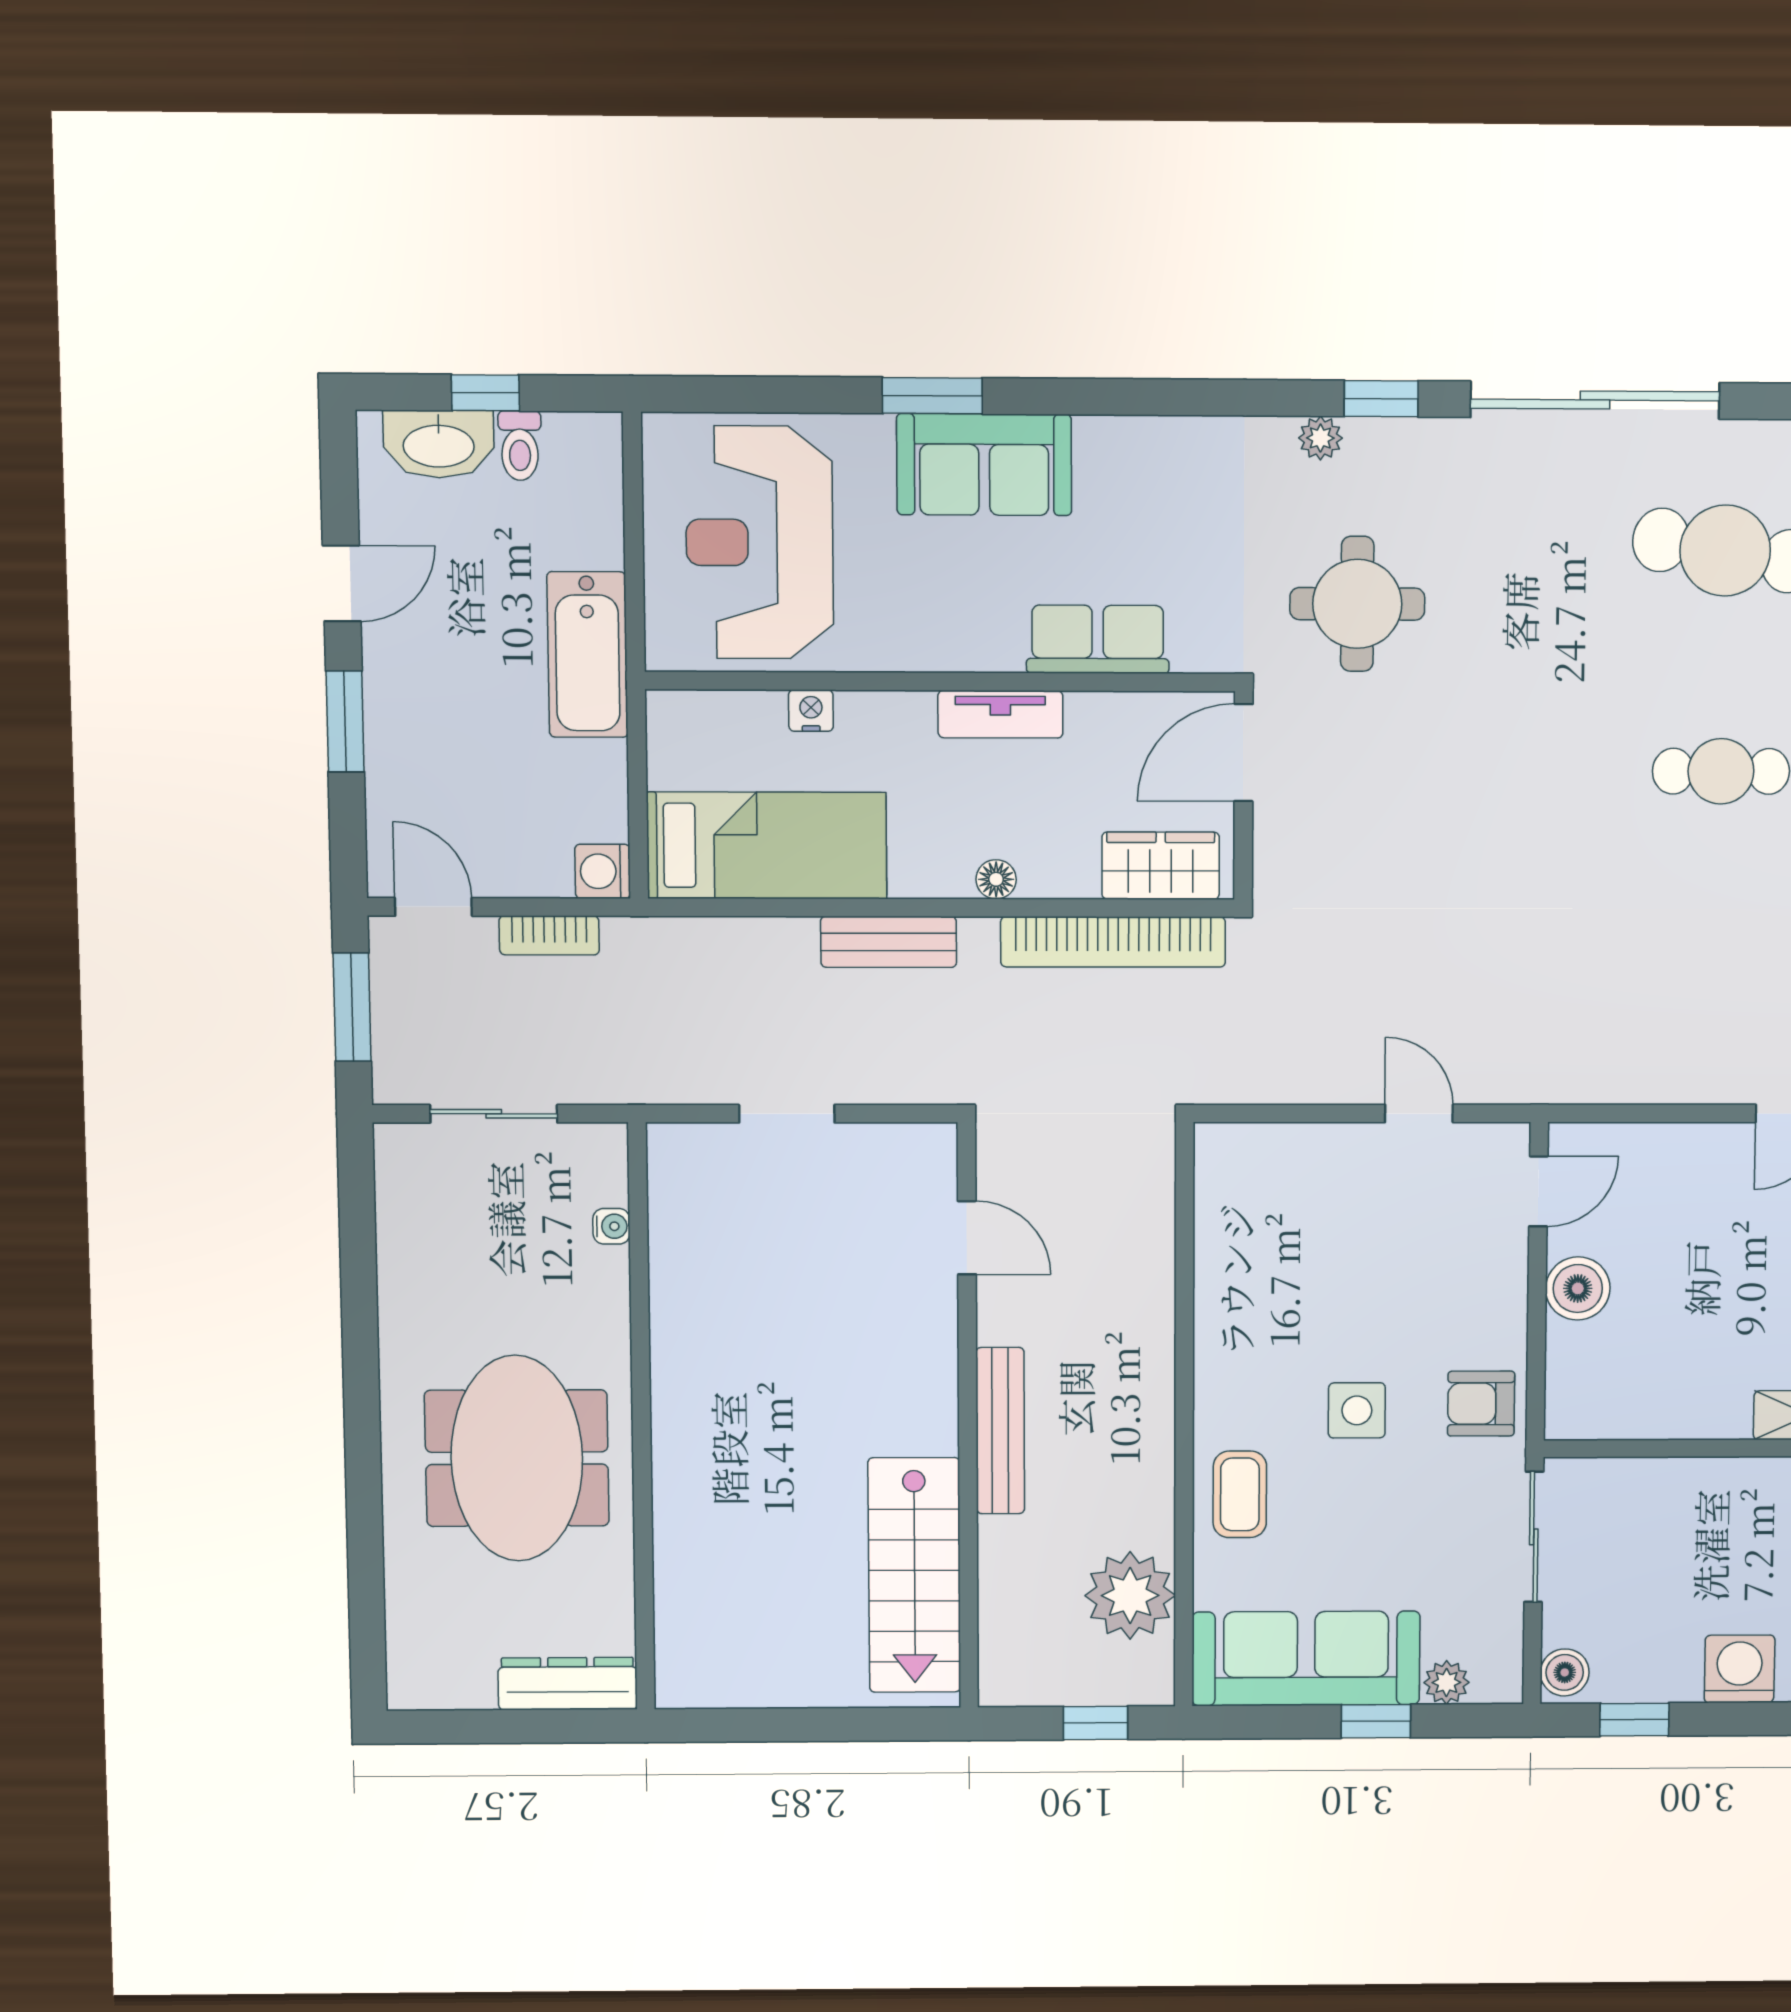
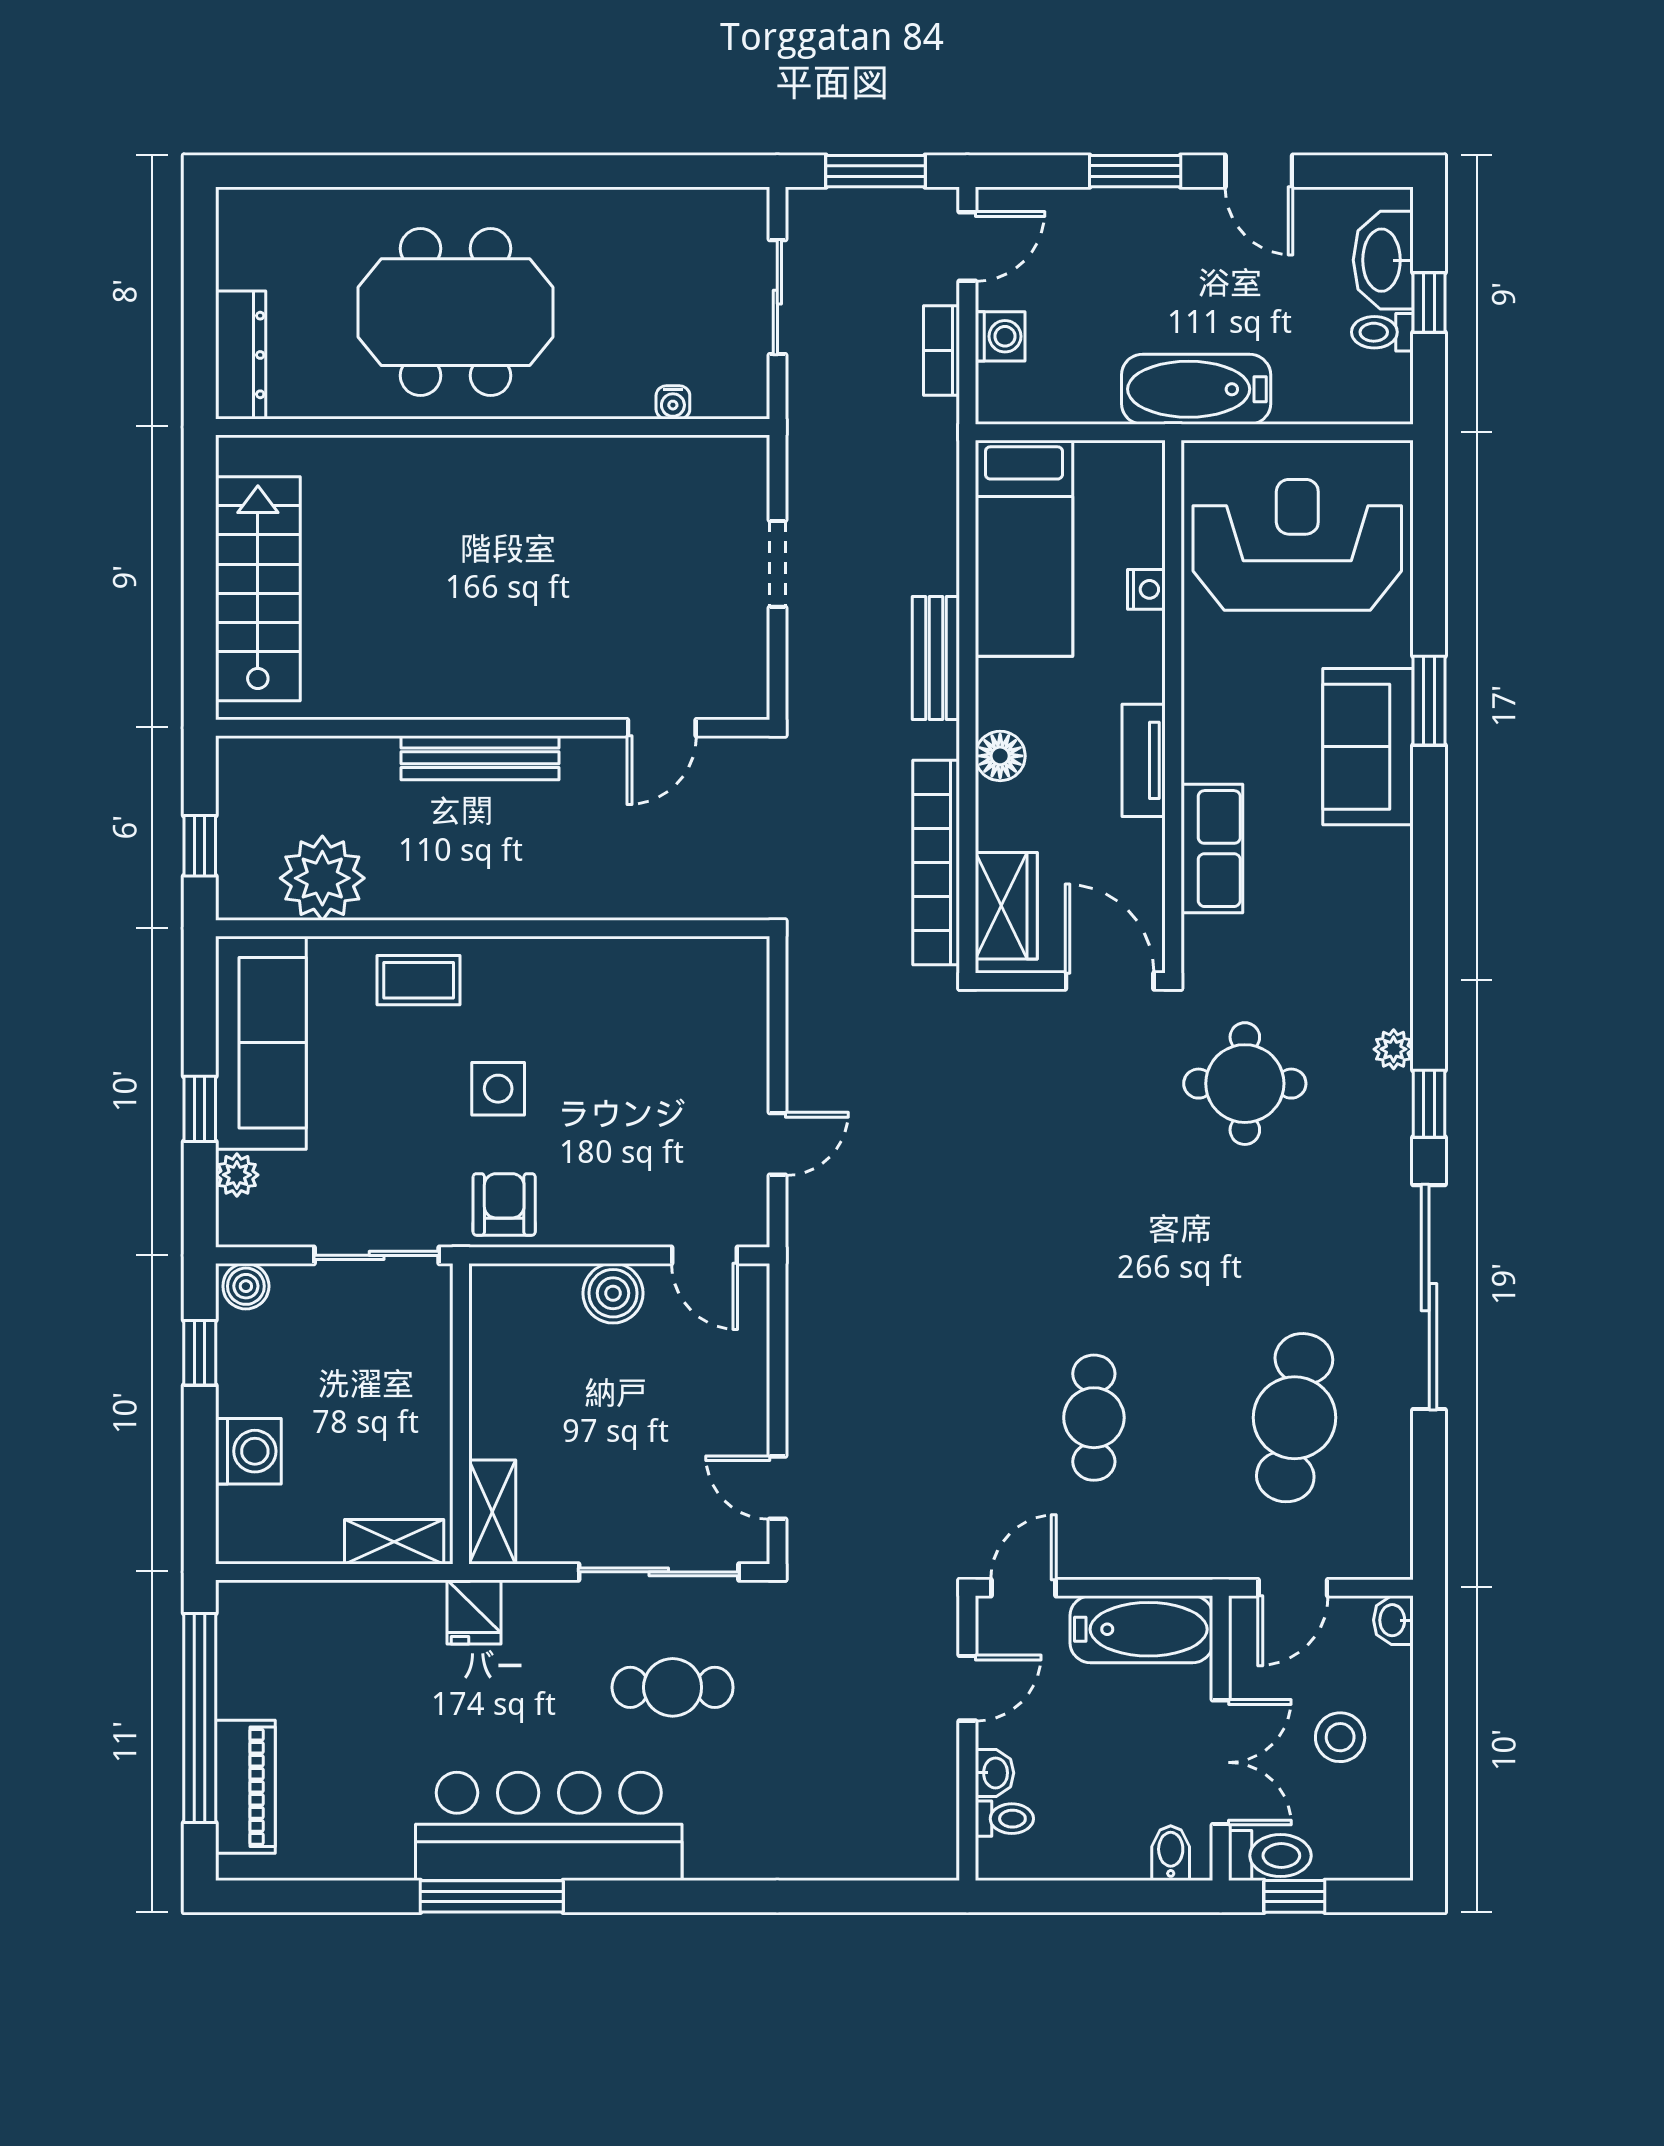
washing machine: (603, 871) -> (1000, 336), moved, turned 90
floor lamp: (996, 879) -> (1000, 756), width x1.37, depth x1.37
stairs: (914, 1575) -> (258, 589), moved, turned 90

